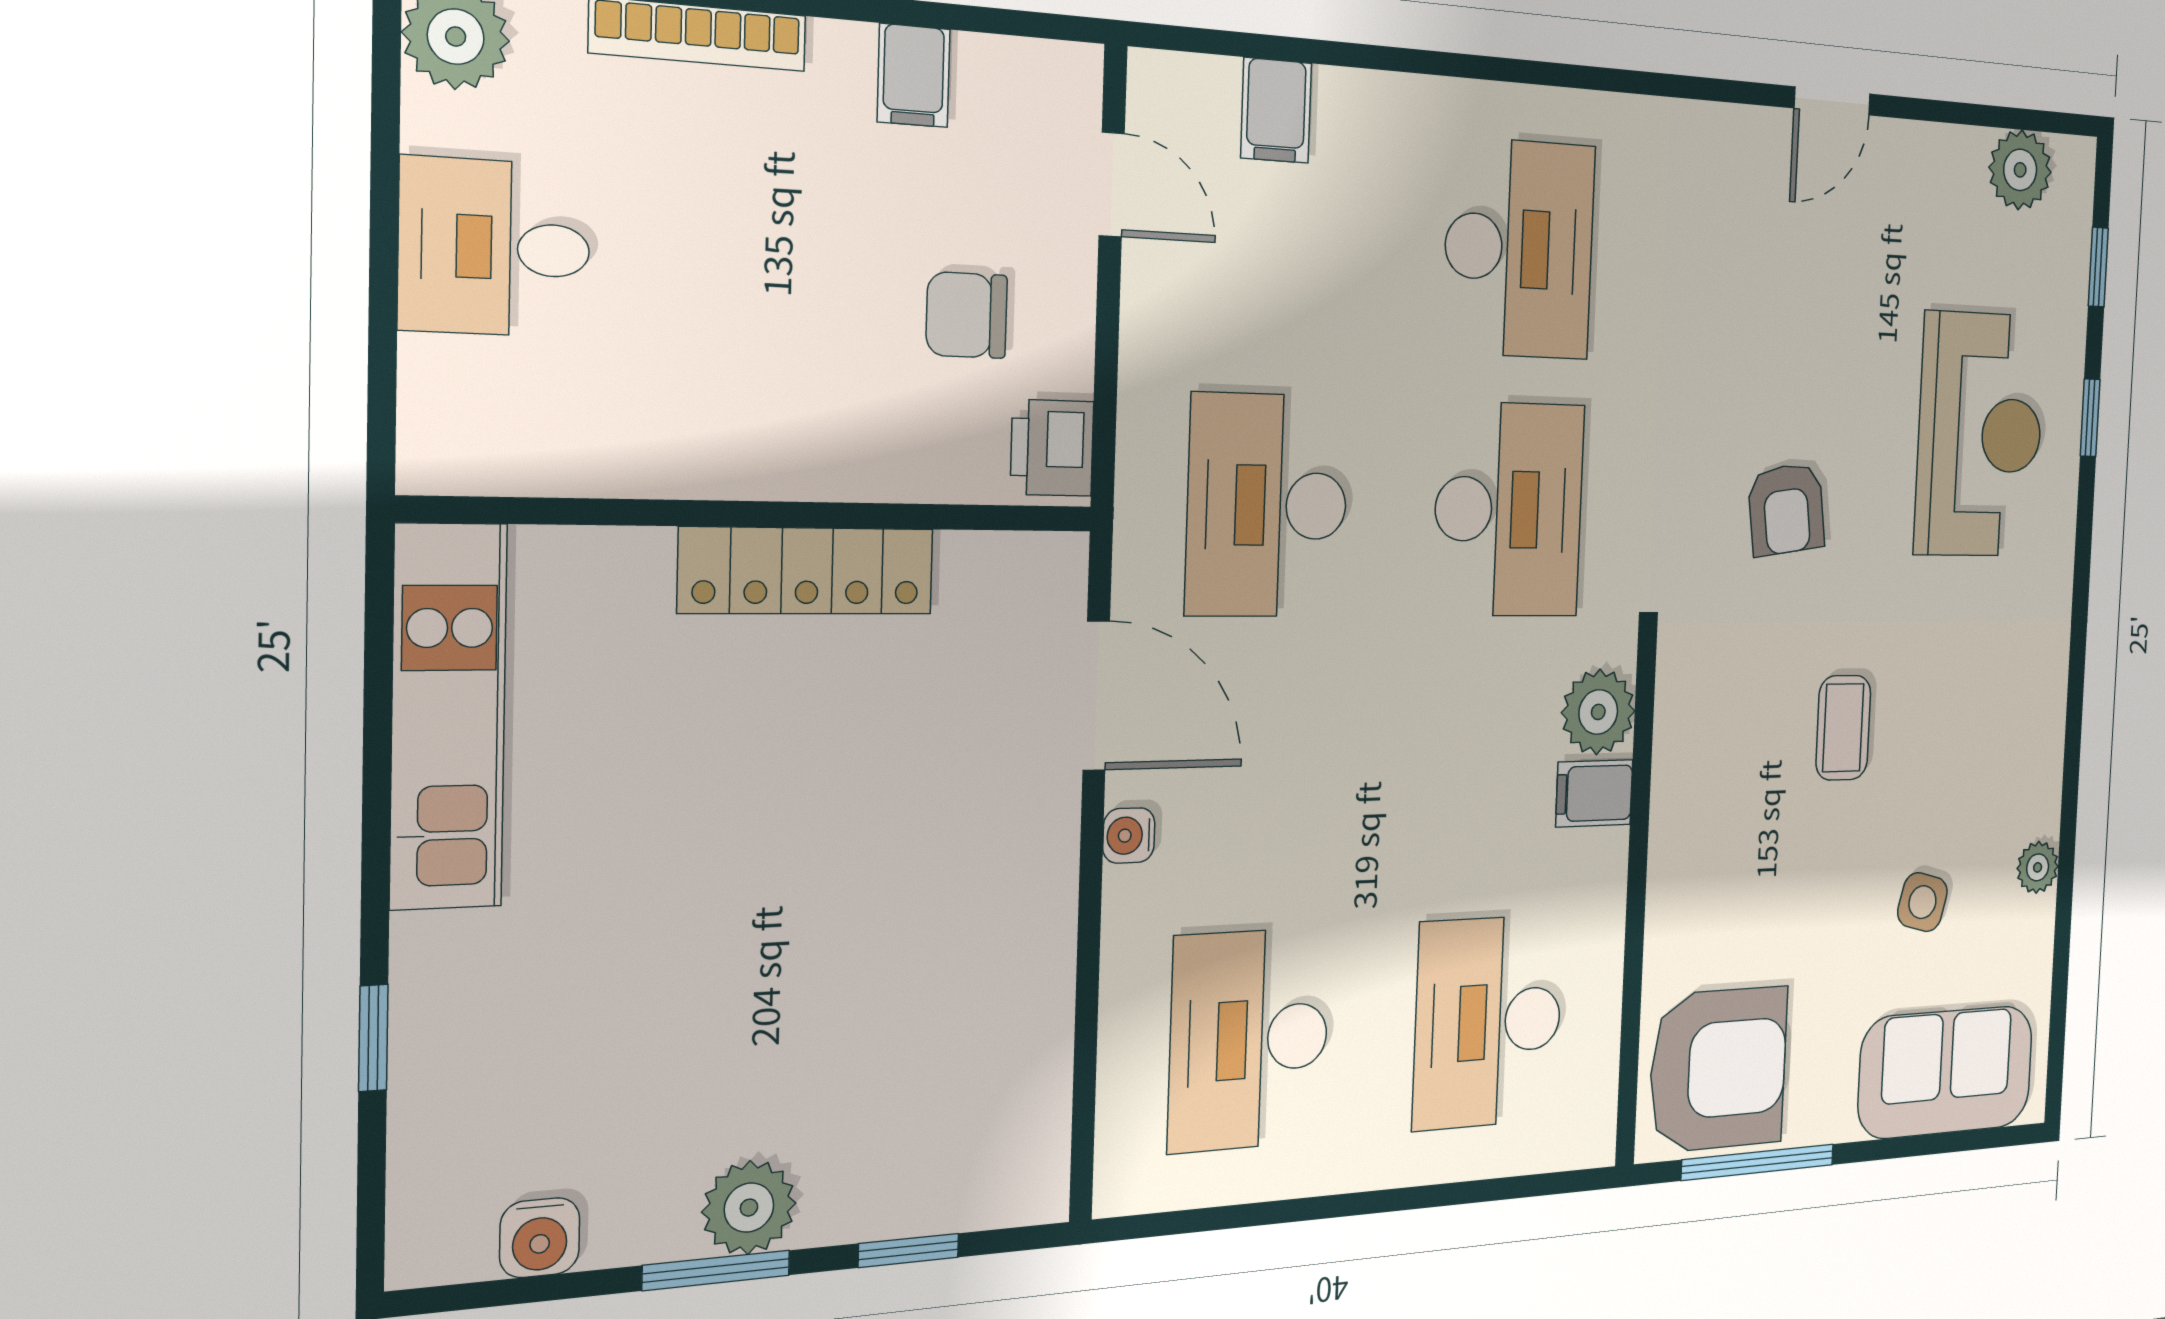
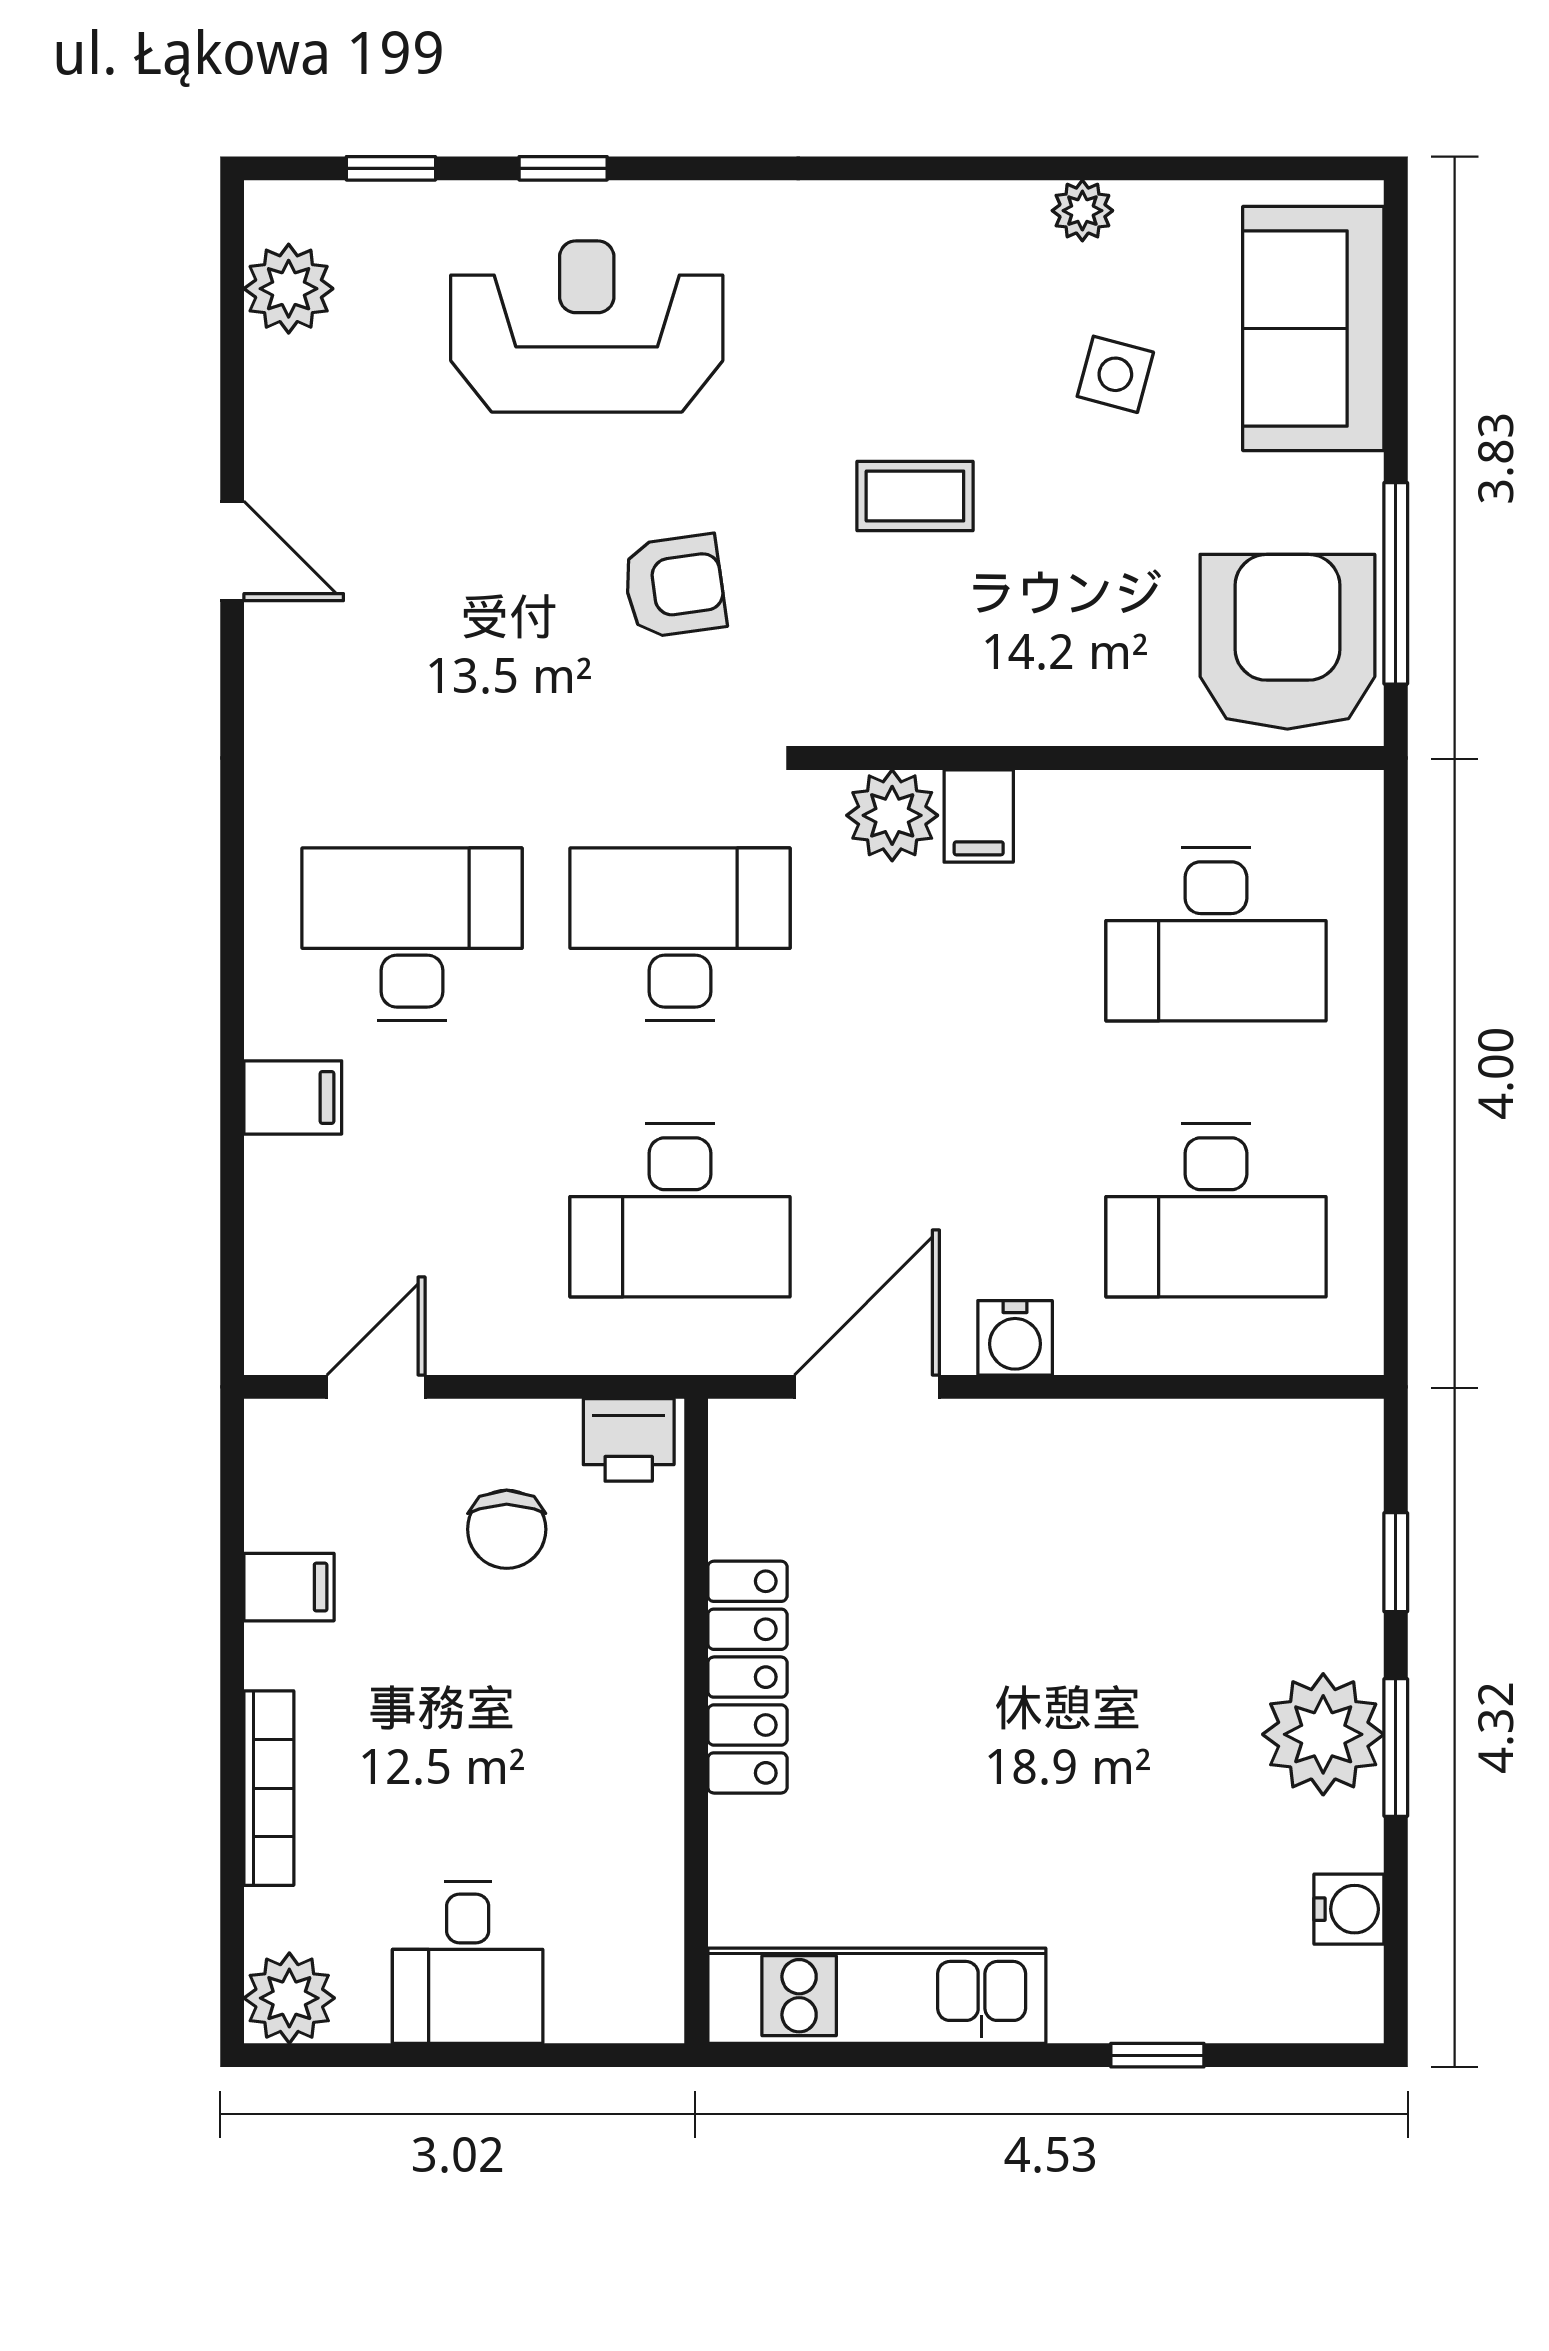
filing cabinet: (1276, 110) -> (293, 1097), moved
water cooler: (1129, 835) -> (1015, 1338), width x1.38, depth x1.38
plant: (749, 1208) -> (1323, 1734), width x1.36, depth x1.36

